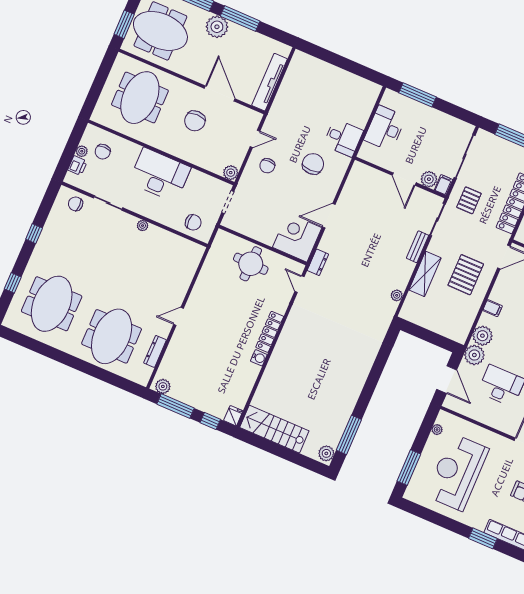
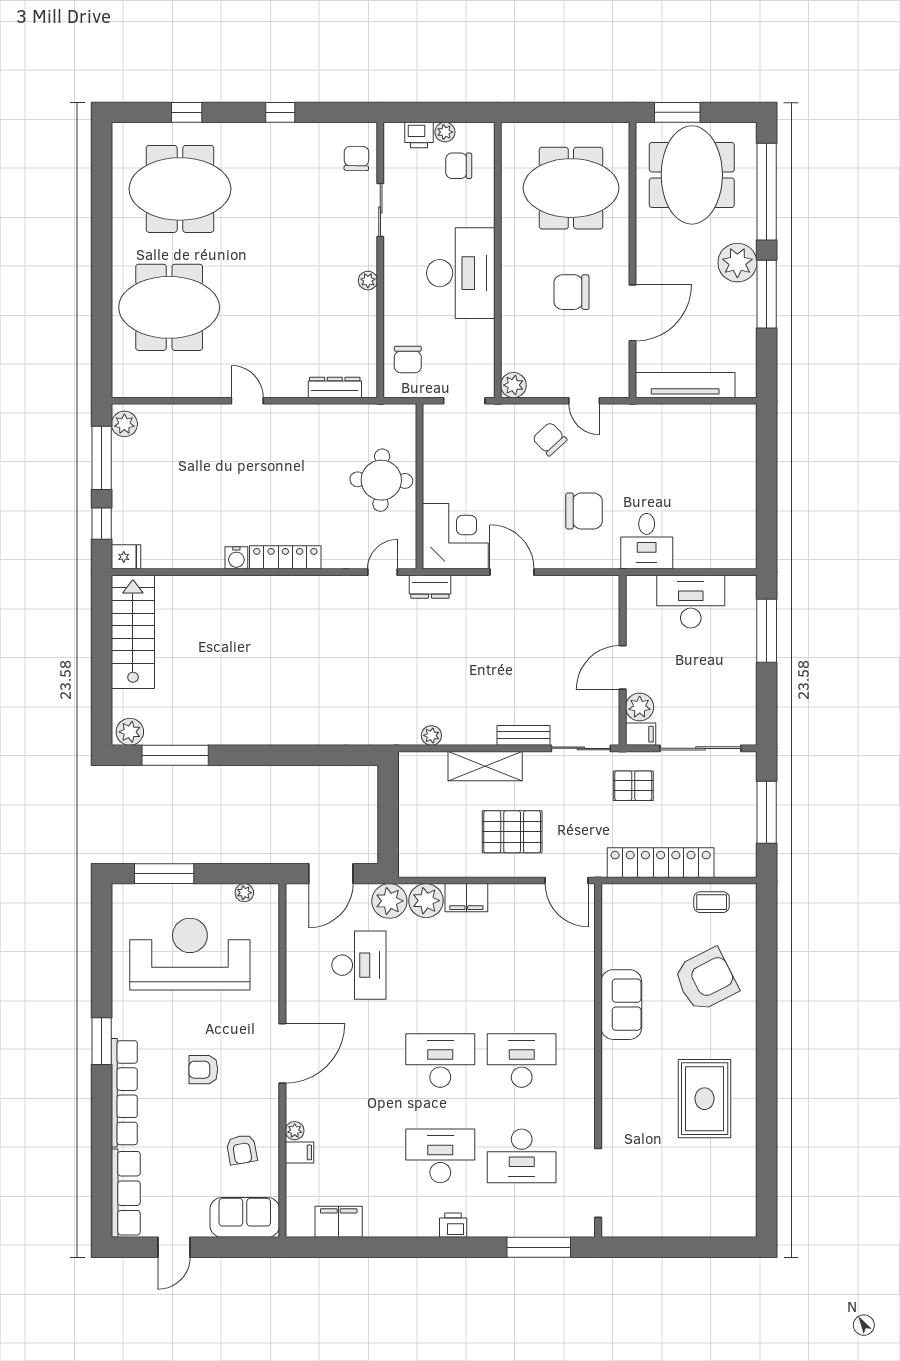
chair: (267, 166) -> (550, 439), turned 47
filing cabinet: (493, 308) -> (466, 898), width x2.00
dresser: (155, 351) -> (335, 387), moved

